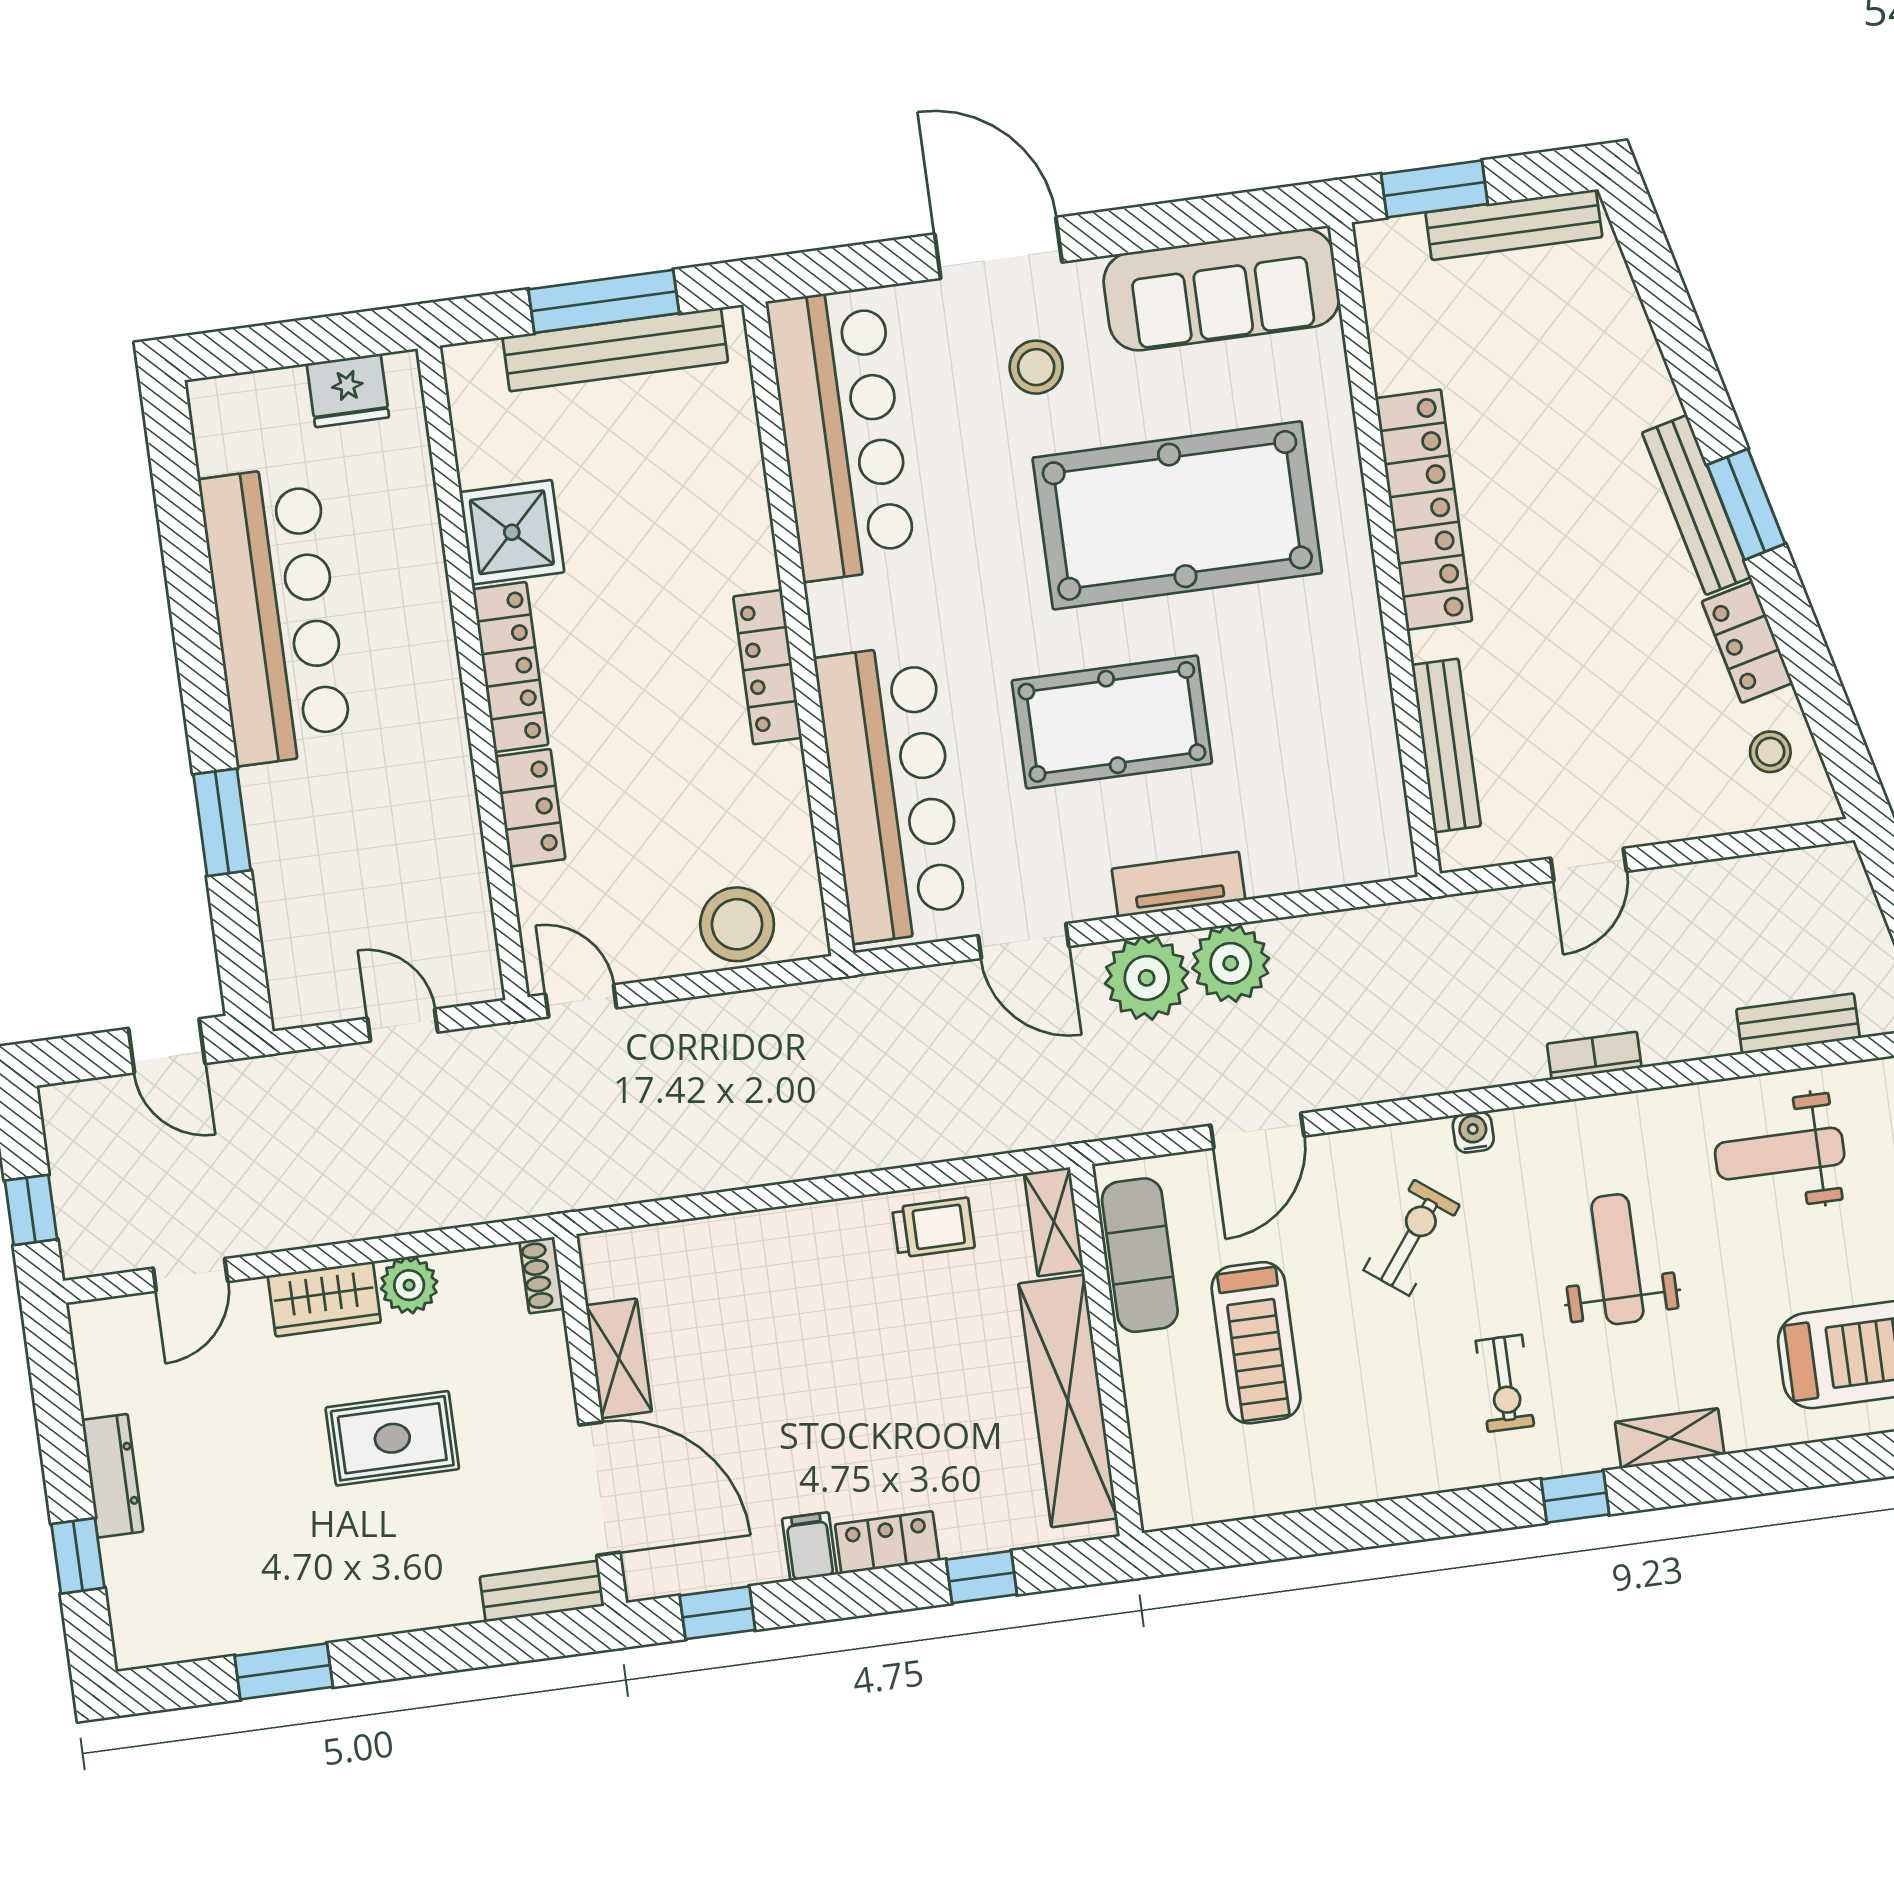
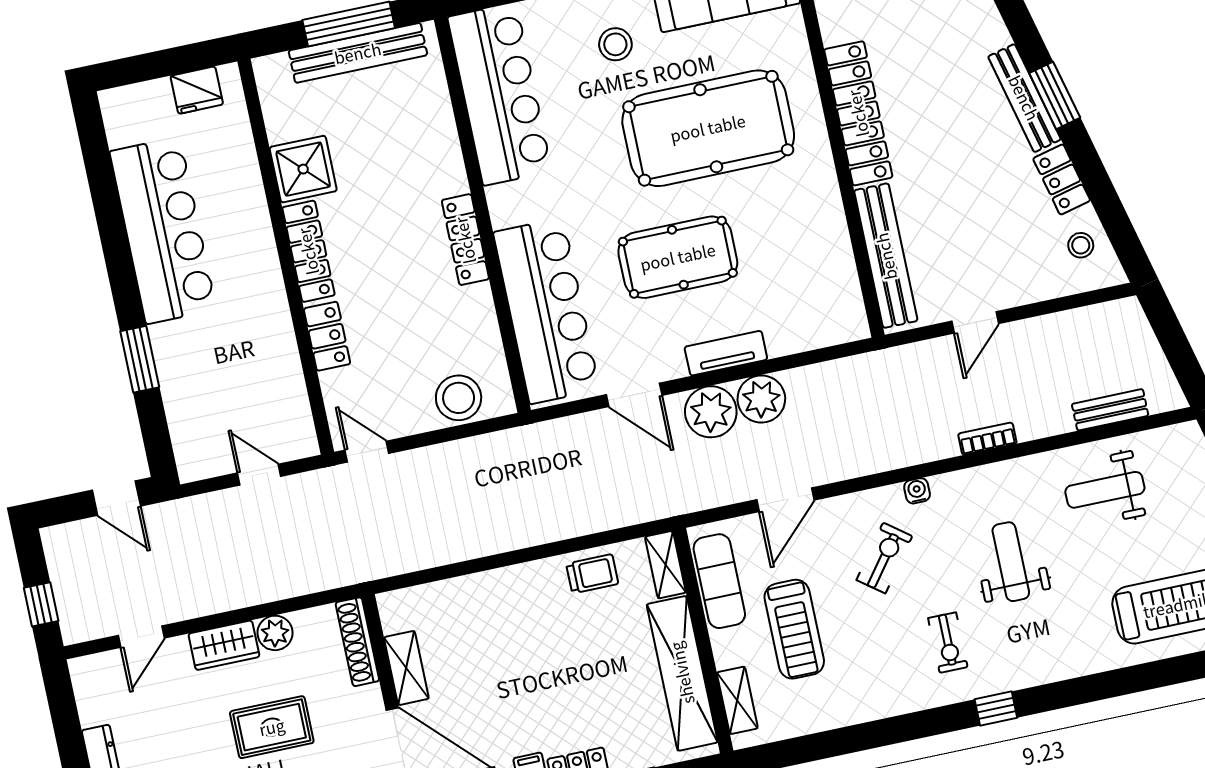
bench: (1446, 745) -> (886, 256), width x1.37, depth x1.21
shoe rack: (542, 1275) -> (357, 642), width x1.94, depth x1.24
shelving: (1670, 1438) -> (737, 700), moved, turned 90

